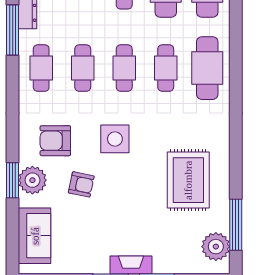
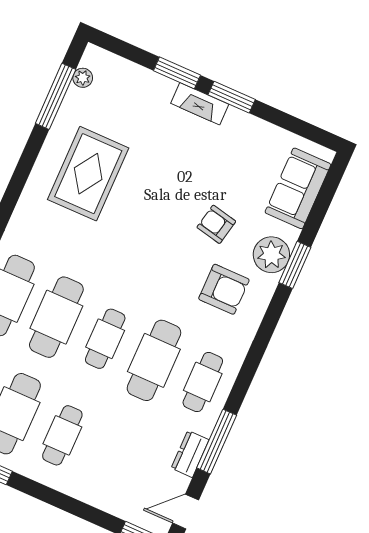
cafe table: (83, 68) -> (154, 360), width x1.37, depth x1.35
cafe table: (166, 68) -> (56, 317), width x1.37, depth x1.35
side table: (115, 139) -> (153, 260), removed
plant: (216, 247) -> (83, 78), width x0.53, depth x0.53

